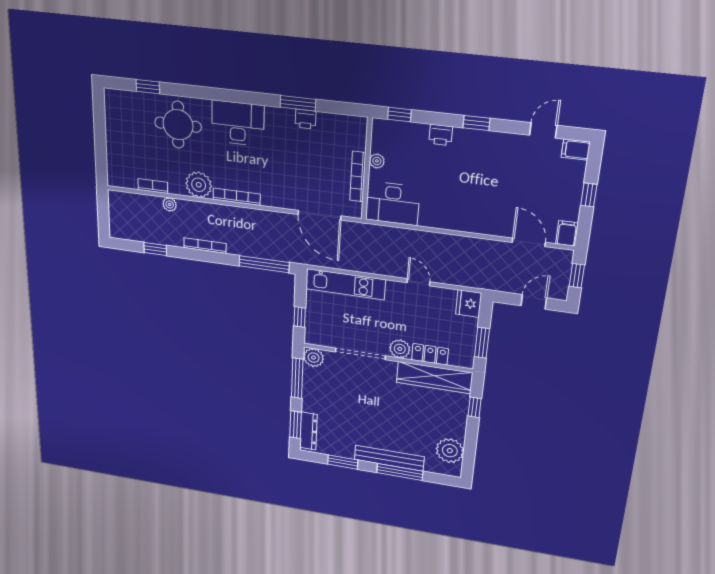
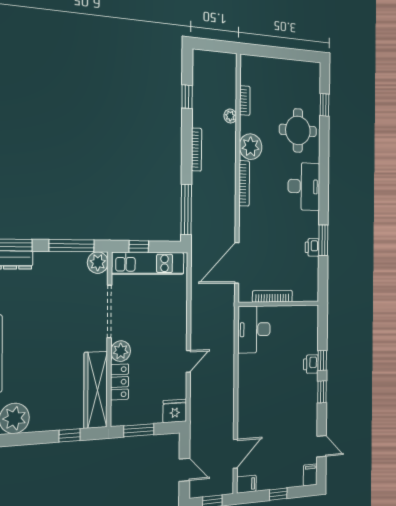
window: (399, 114) -> (322, 360), moved
plant: (377, 161) -> (286, 312), removed
kitchen unit: (345, 284) -> (148, 263), moved, turned -90

